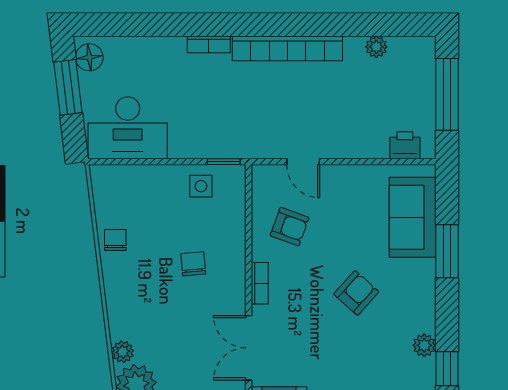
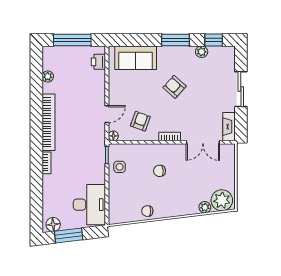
floor lamp: (261, 174) -> (113, 136), added
window: (447, 251) -> (176, 40), moved

